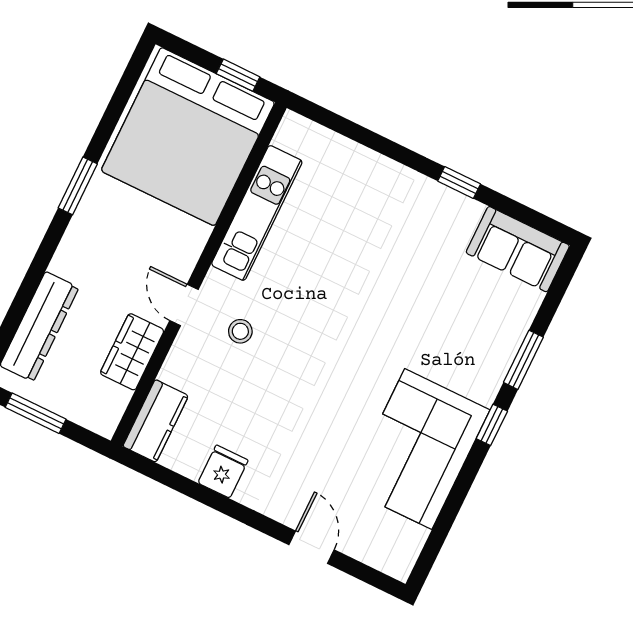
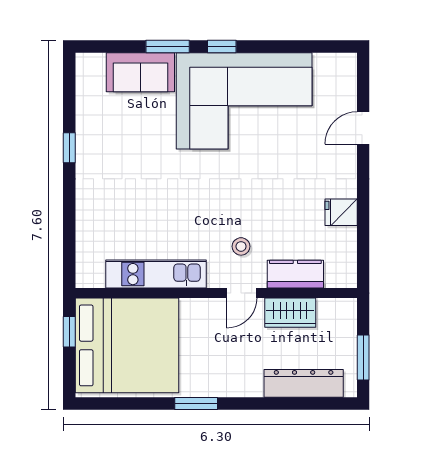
sofa: (518, 249) -> (140, 72), moved, turned 90
kitchen counter: (156, 421) -> (295, 274), moved
corner sofa: (418, 449) -> (244, 101), width x1.36, depth x1.36

